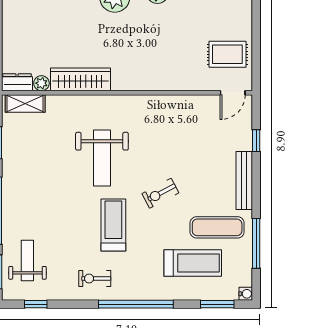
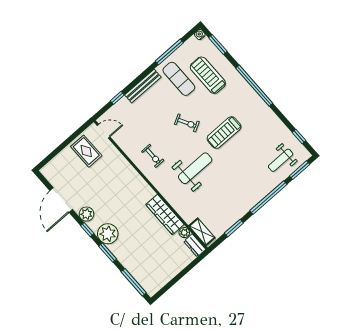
exercise bike: (95, 278) -> (153, 156), moved

